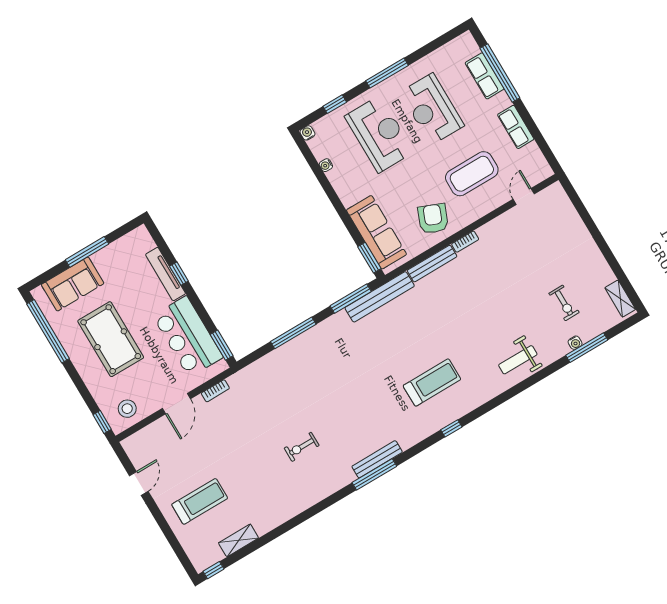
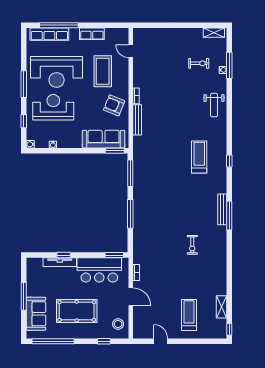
row of seats: (485, 76) -> (49, 34), width x1.48
reception desk: (432, 109) -> (57, 72), width x1.36, depth x1.30
bench: (380, 297) -> (138, 158), removed
window: (102, 422) -> (104, 341), moved

